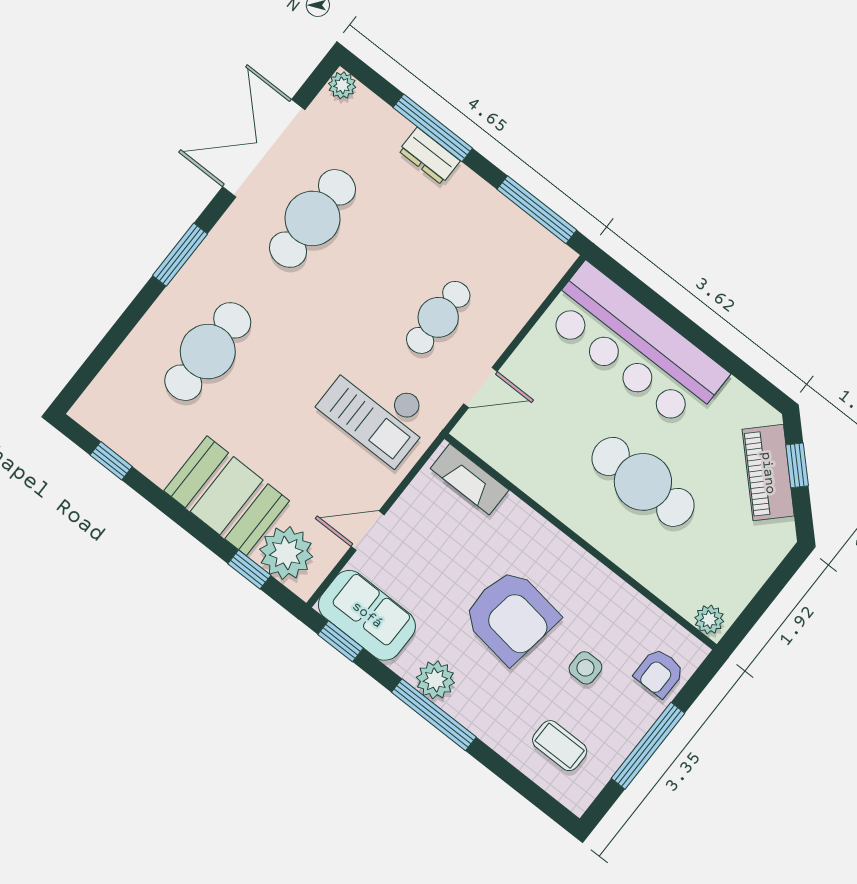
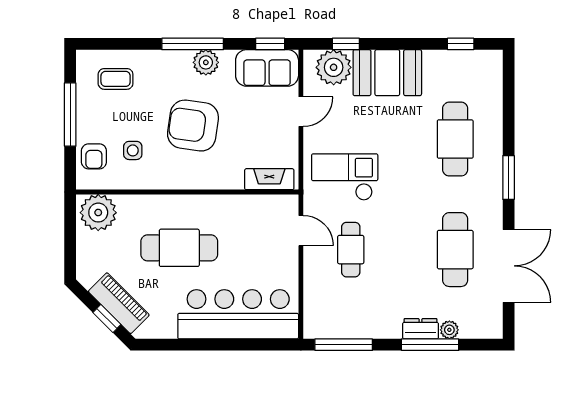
plant: (342, 85) -> (449, 330), moved
door: (480, 388) -> (301, 231), swing flipped
plant: (709, 619) -> (98, 213), width x1.88, depth x1.88
side table: (585, 668) -> (133, 150), moved
armchair: (659, 673) -> (94, 156), turned 180

